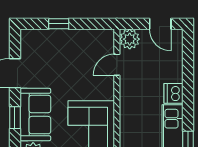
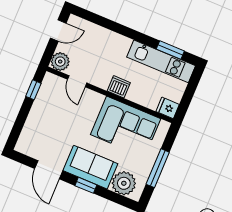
window: (59, 24) -> (33, 90), moved
dishwasher: (174, 93) -> (119, 87), moved, turned 180

